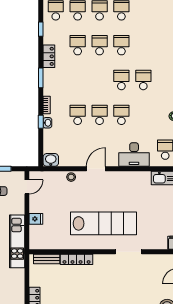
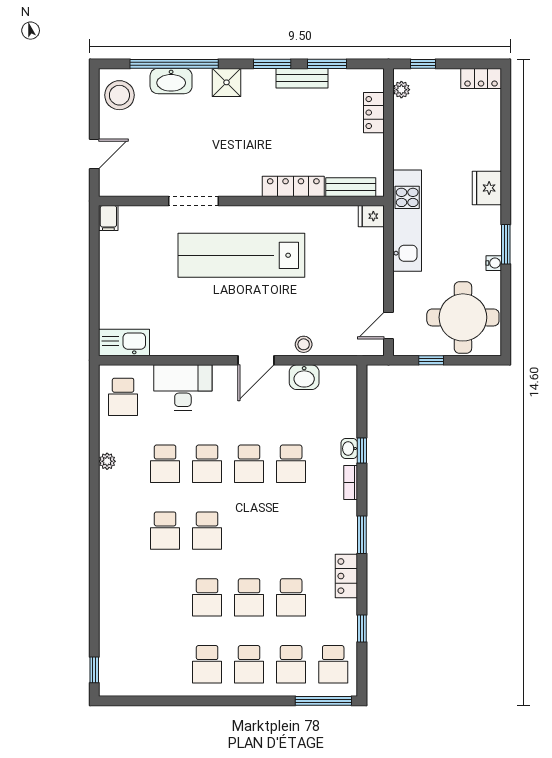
school desk: (143, 115) -> (165, 464), added
washbasin: (51, 160) -> (304, 377), moved
fridge: (36, 219) -> (371, 216), moved

